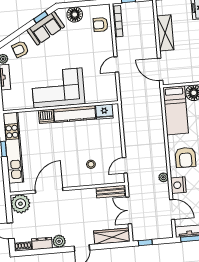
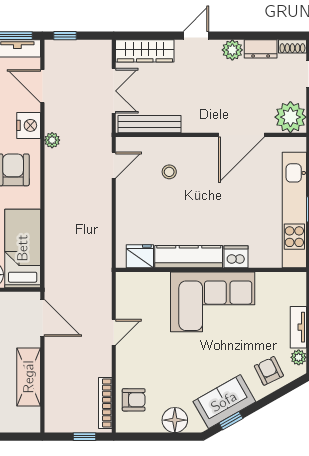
armchair: (20, 49) -> (269, 371), turned -96
bench: (110, 192) -> (150, 124), width x1.36
window: (145, 243) -> (65, 36), moved

